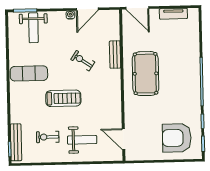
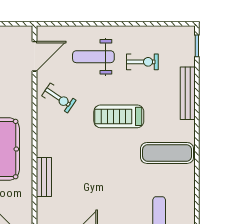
exercise bike: (83, 61) -> (59, 98), moved
door: (123, 139) -> (34, 56), hinge flipped
bench: (16, 142) -> (188, 93), moved

